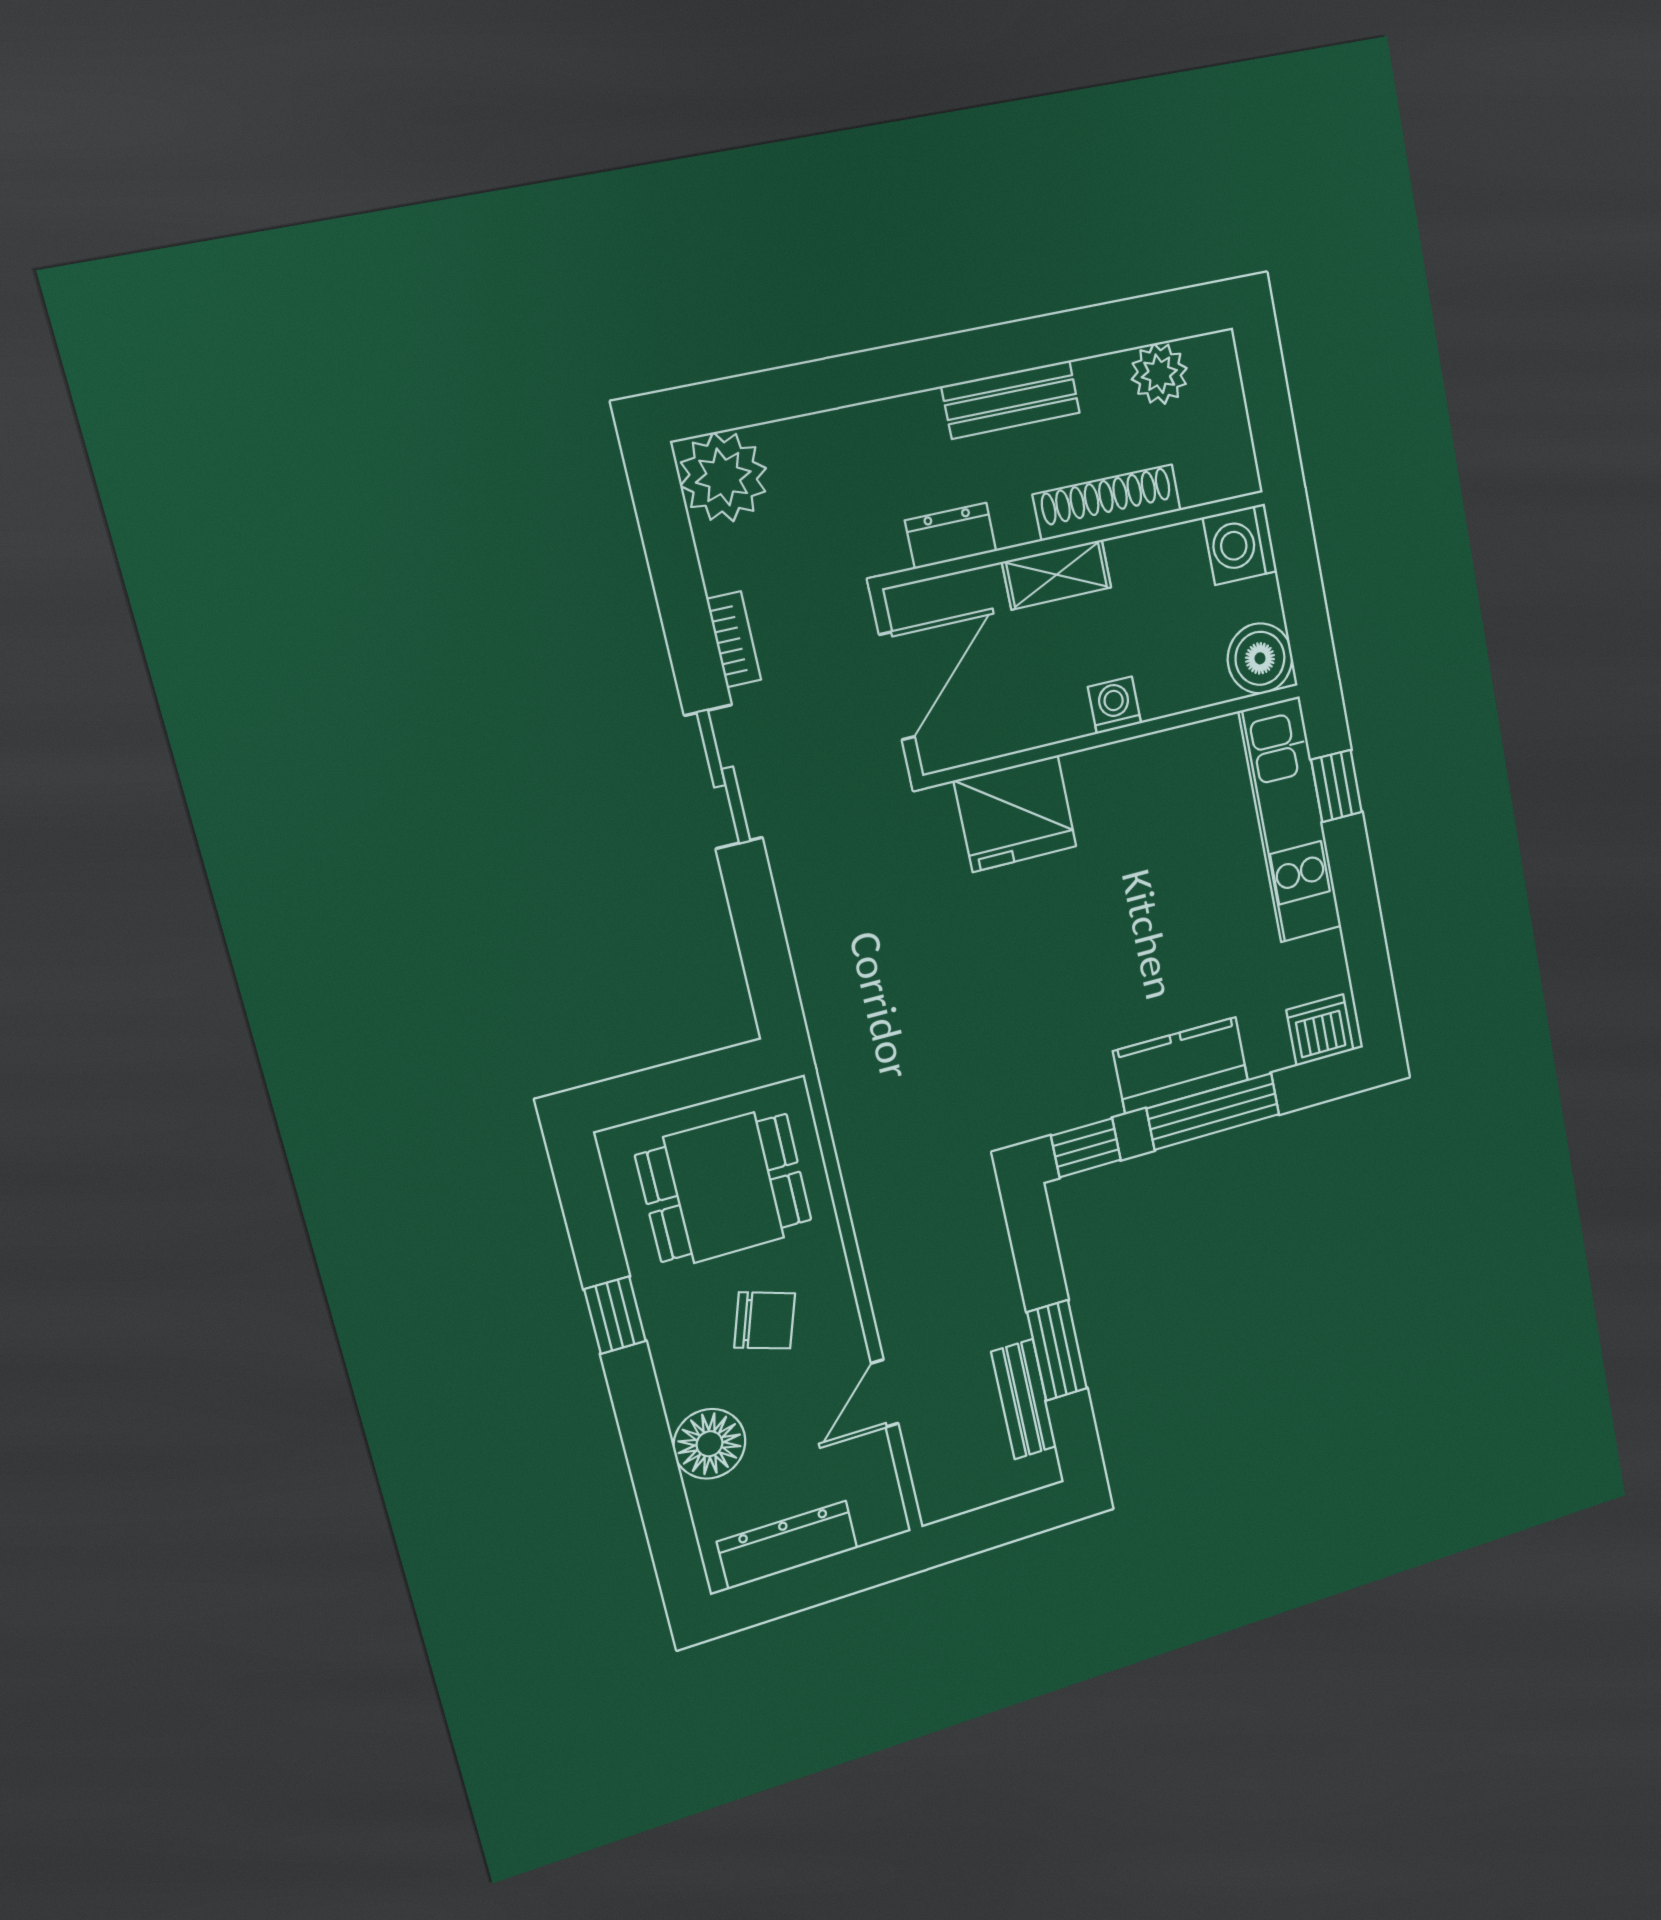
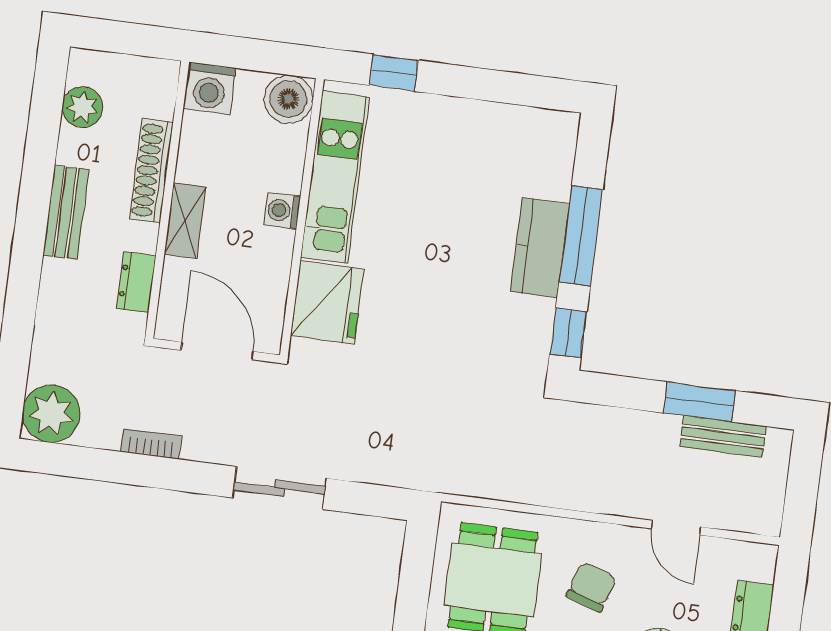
sliding door: (724, 777) -> (279, 488), moved
kitchen unit: (1290, 820) -> (335, 177), moved, turned -90
dishwasher: (1320, 1030) -> (556, 140), removed

